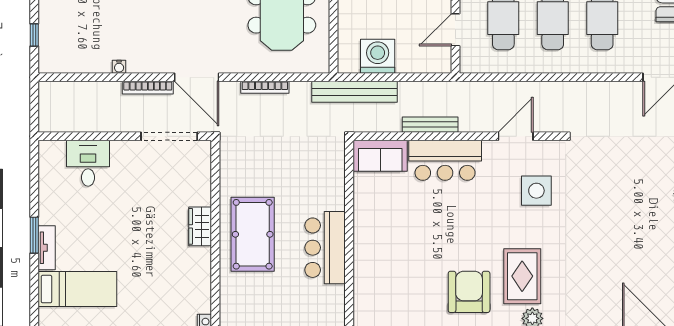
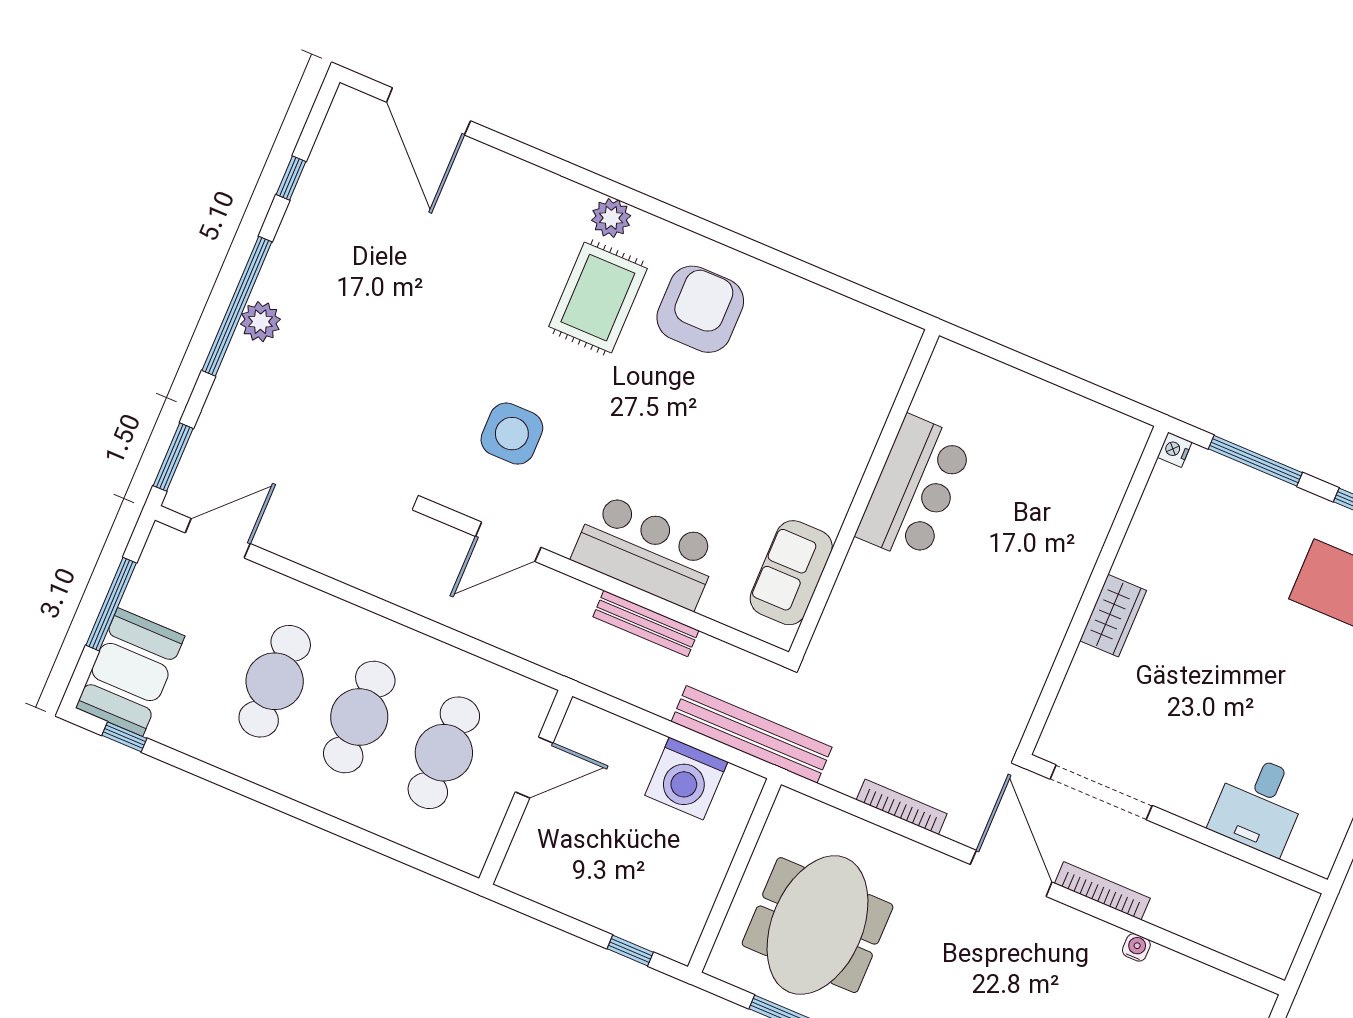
sofa: (380, 156) -> (791, 573), moved, turned -90
pool table: (253, 234) -> (1029, 564), removed
armchair: (469, 292) -> (700, 309), turned 180

